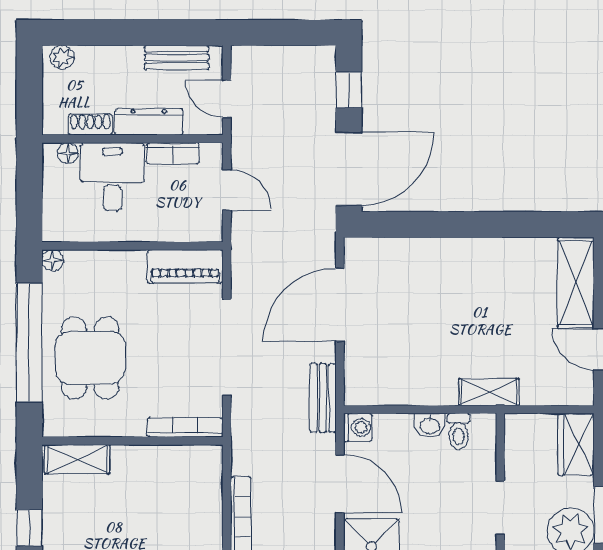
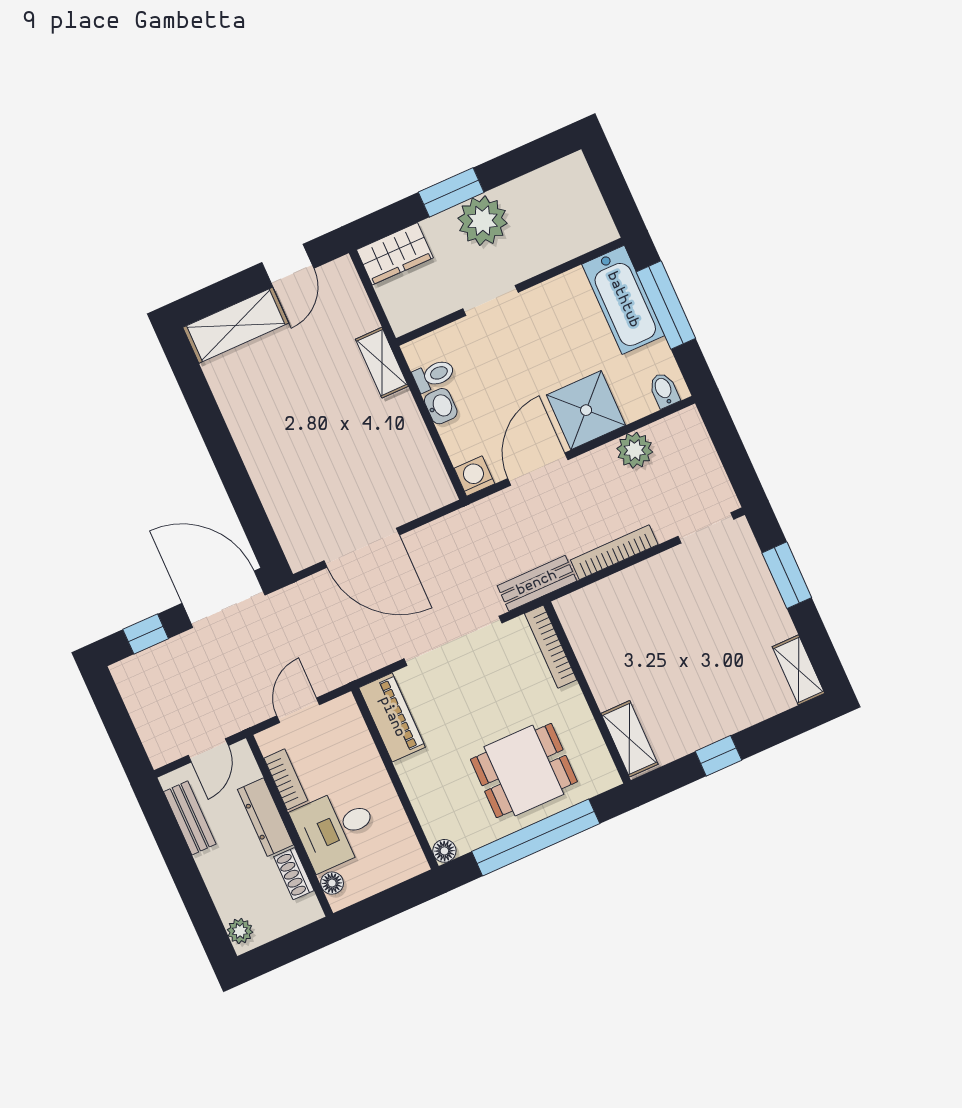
bench: (323, 398) -> (537, 583), moved

